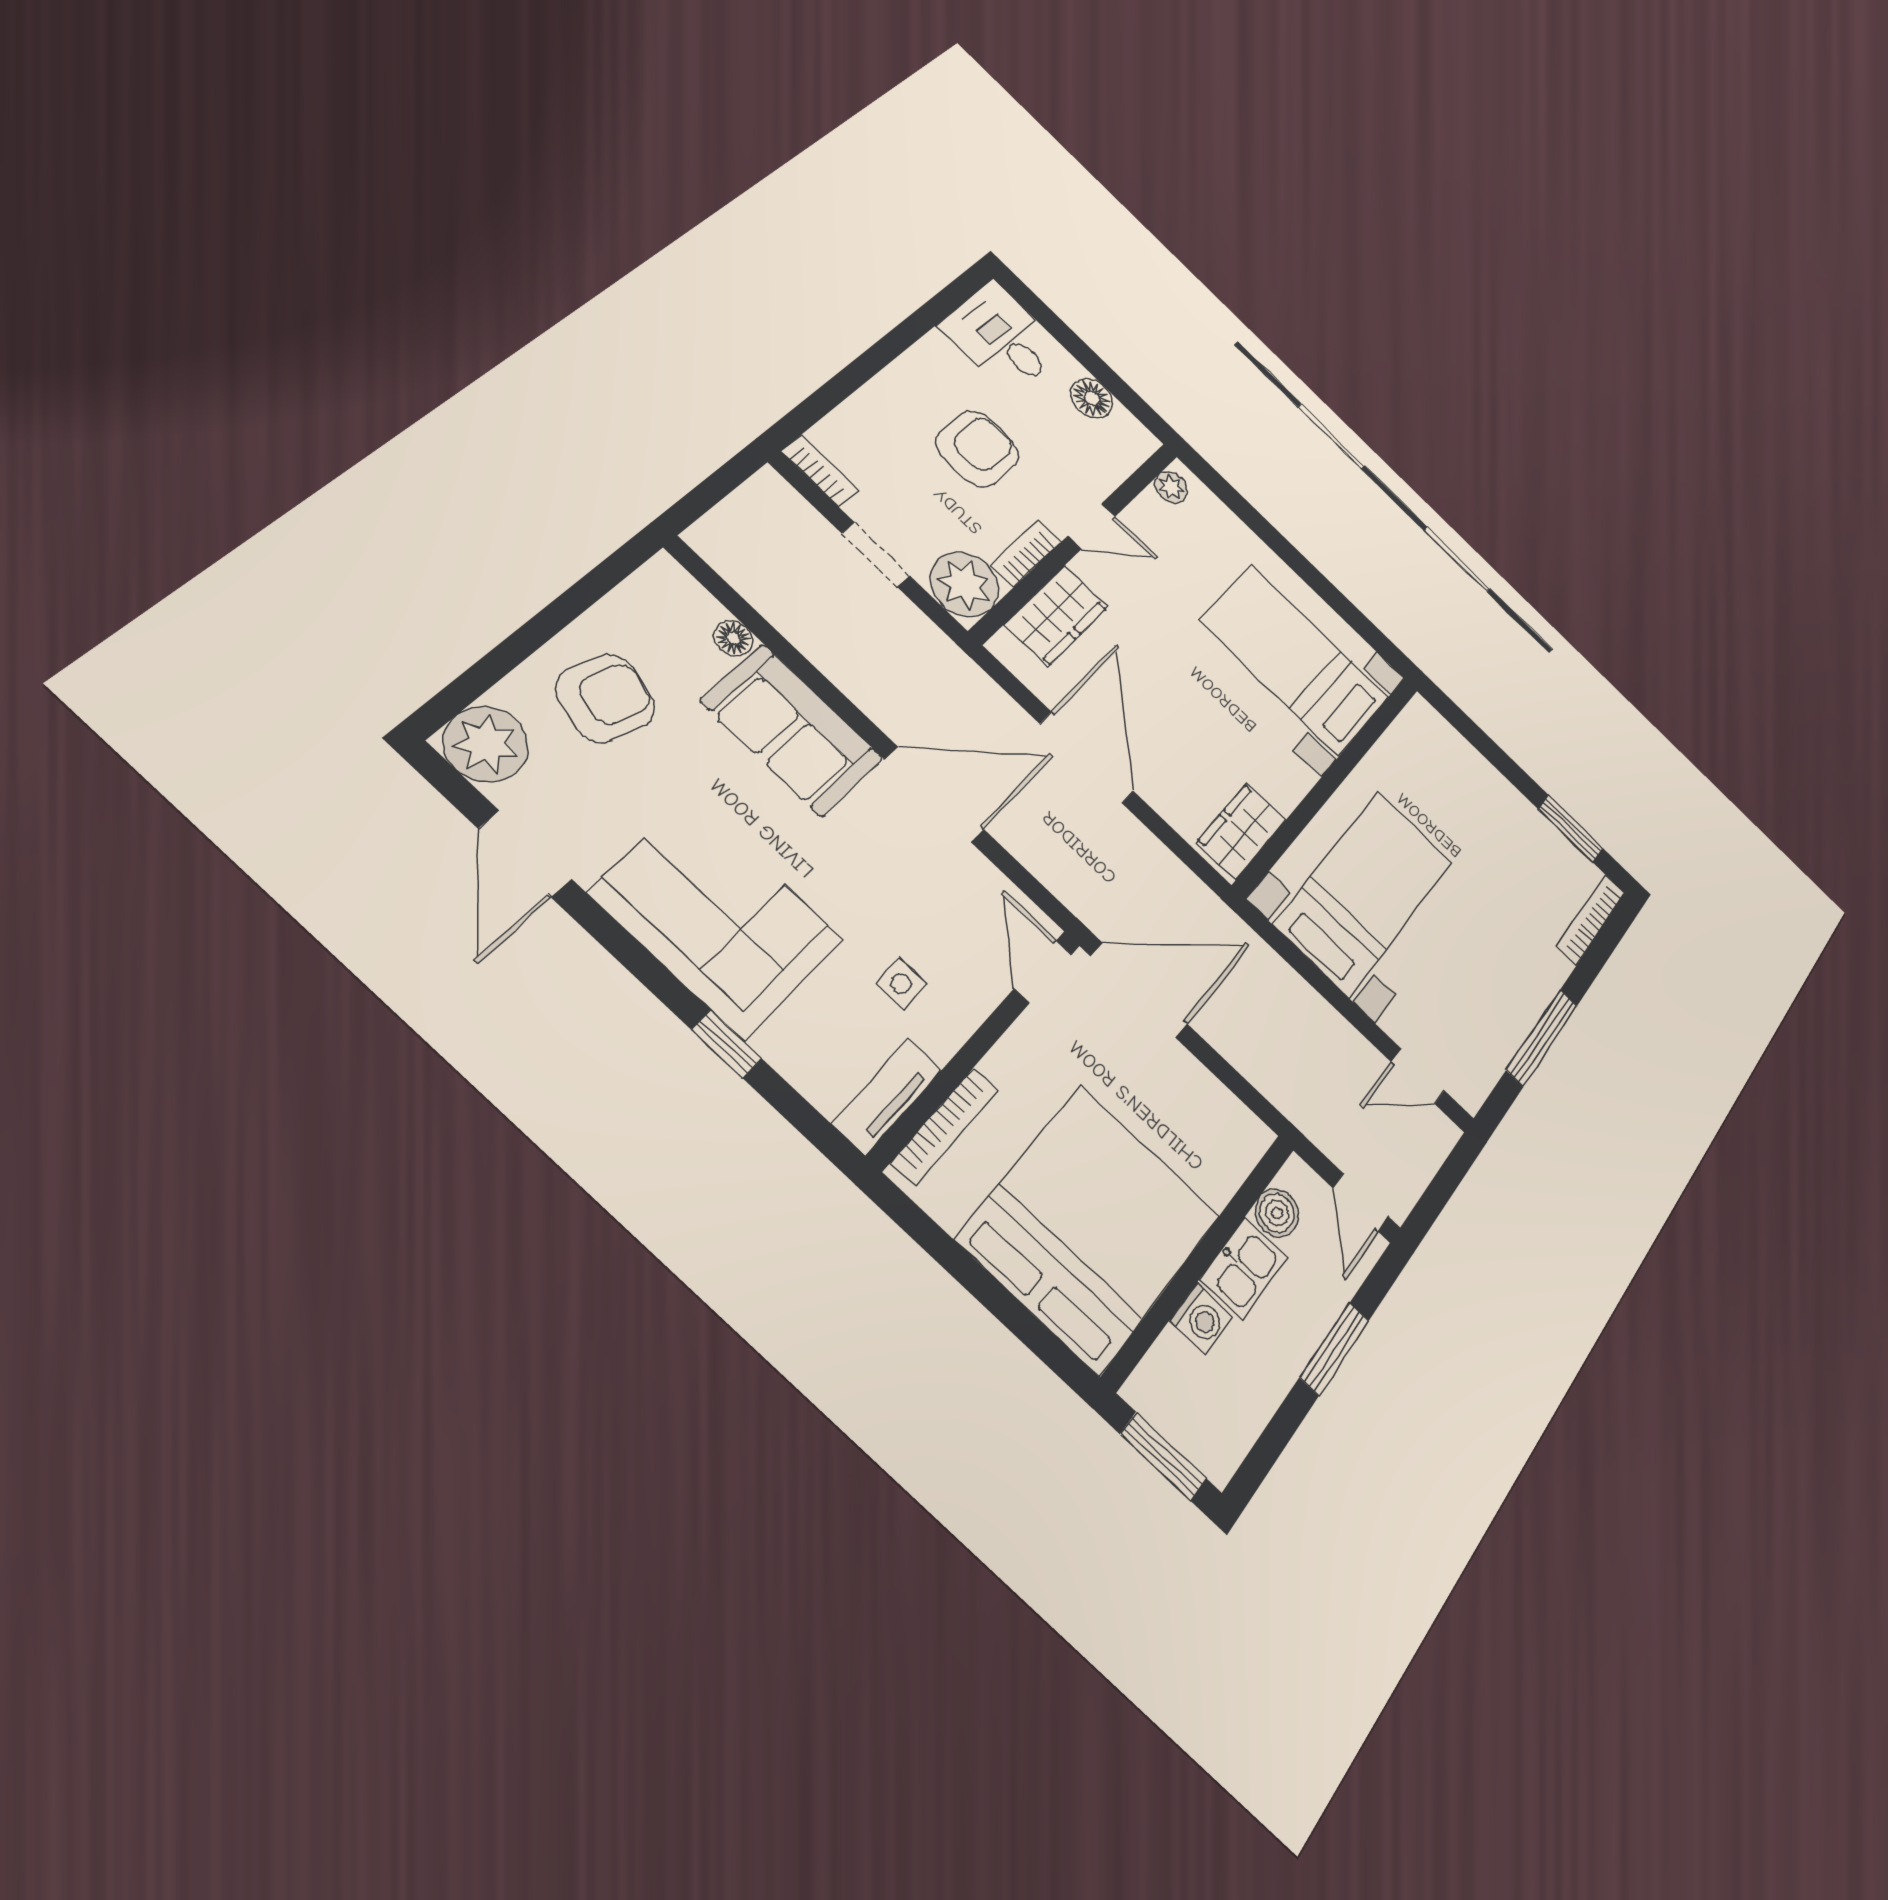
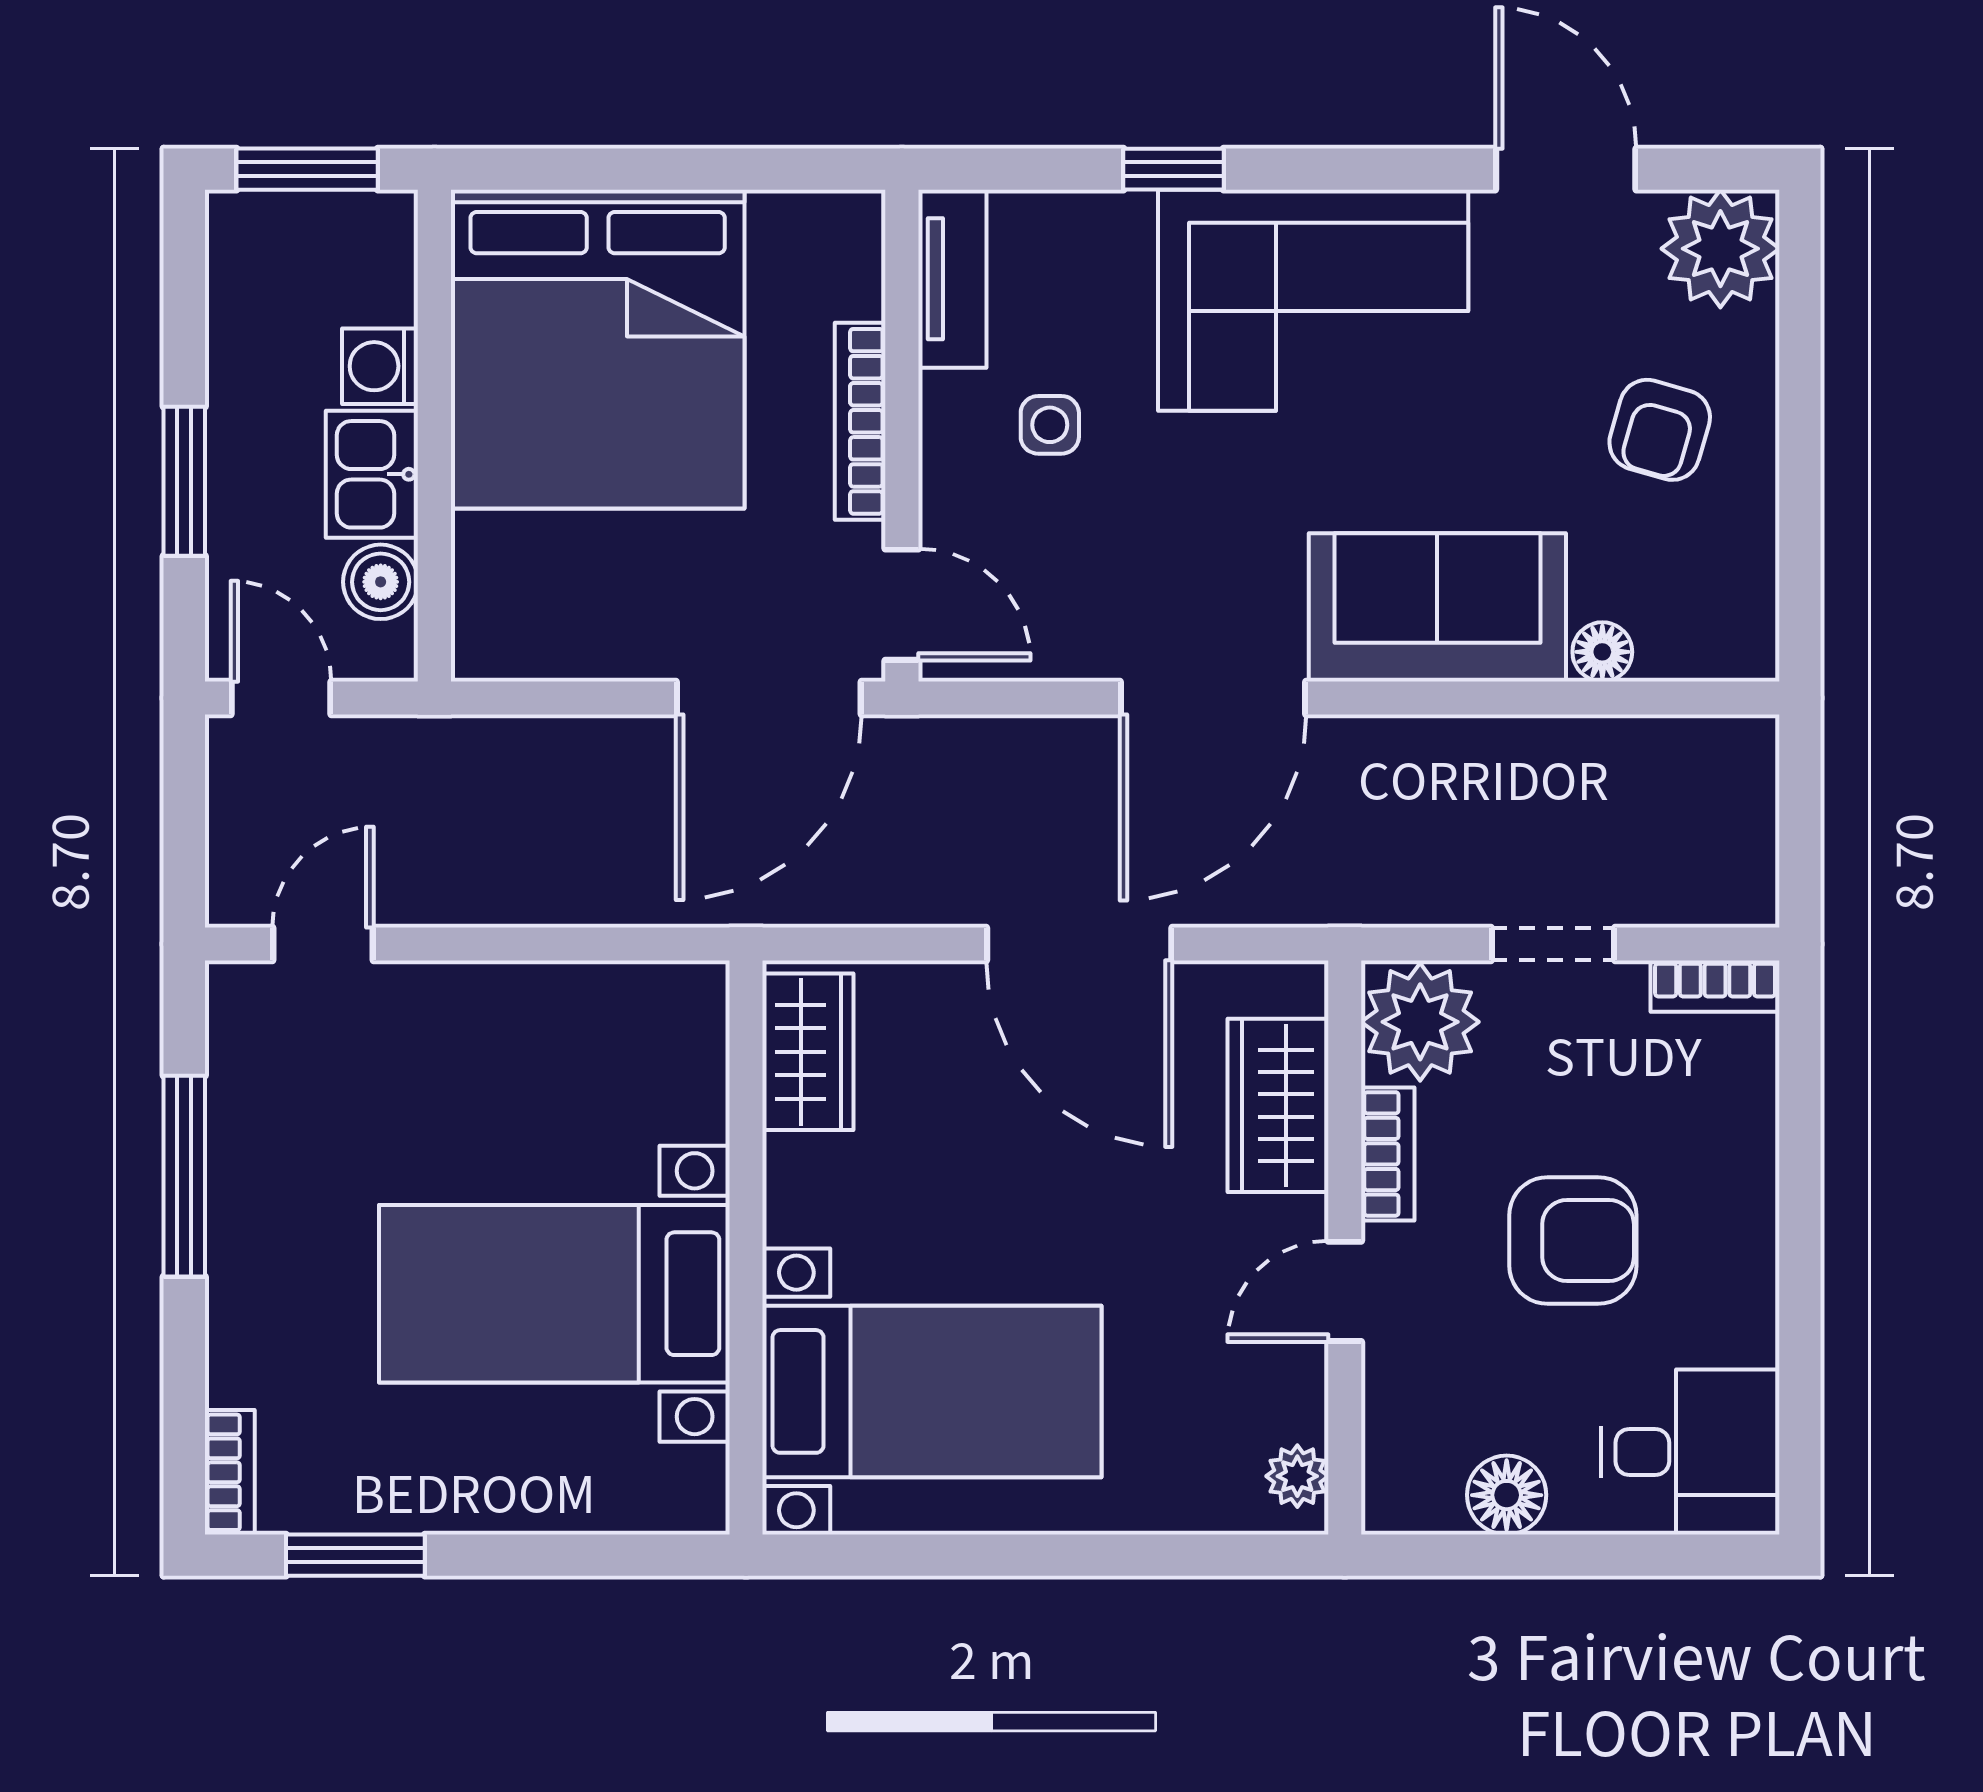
armchair: (977, 449) -> (1573, 1241), turned -90
armchair: (605, 698) -> (1660, 430), width x0.72, depth x0.72
bed with nightstands: (1364, 892) -> (554, 1294), moved, turned 90
bookcase: (1591, 919) -> (230, 1472), width x0.64
bookcase: (945, 1126) -> (860, 421), moved

